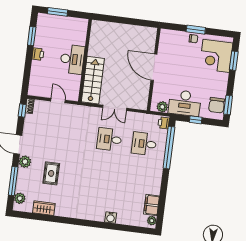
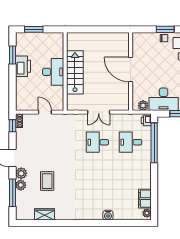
printer: (38, 54) -> (23, 66), width x1.87, depth x1.48
stairs: (93, 80) -> (75, 72), moved
plant: (20, 198) -> (21, 185), moved

